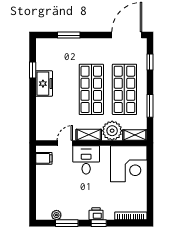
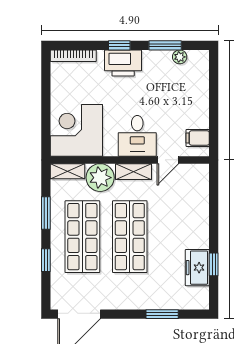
window: (150, 62) -> (46, 260), moved
freezer: (44, 84) -> (197, 268), moved
printer: (96, 214) -> (123, 63), width x1.87, depth x1.48

